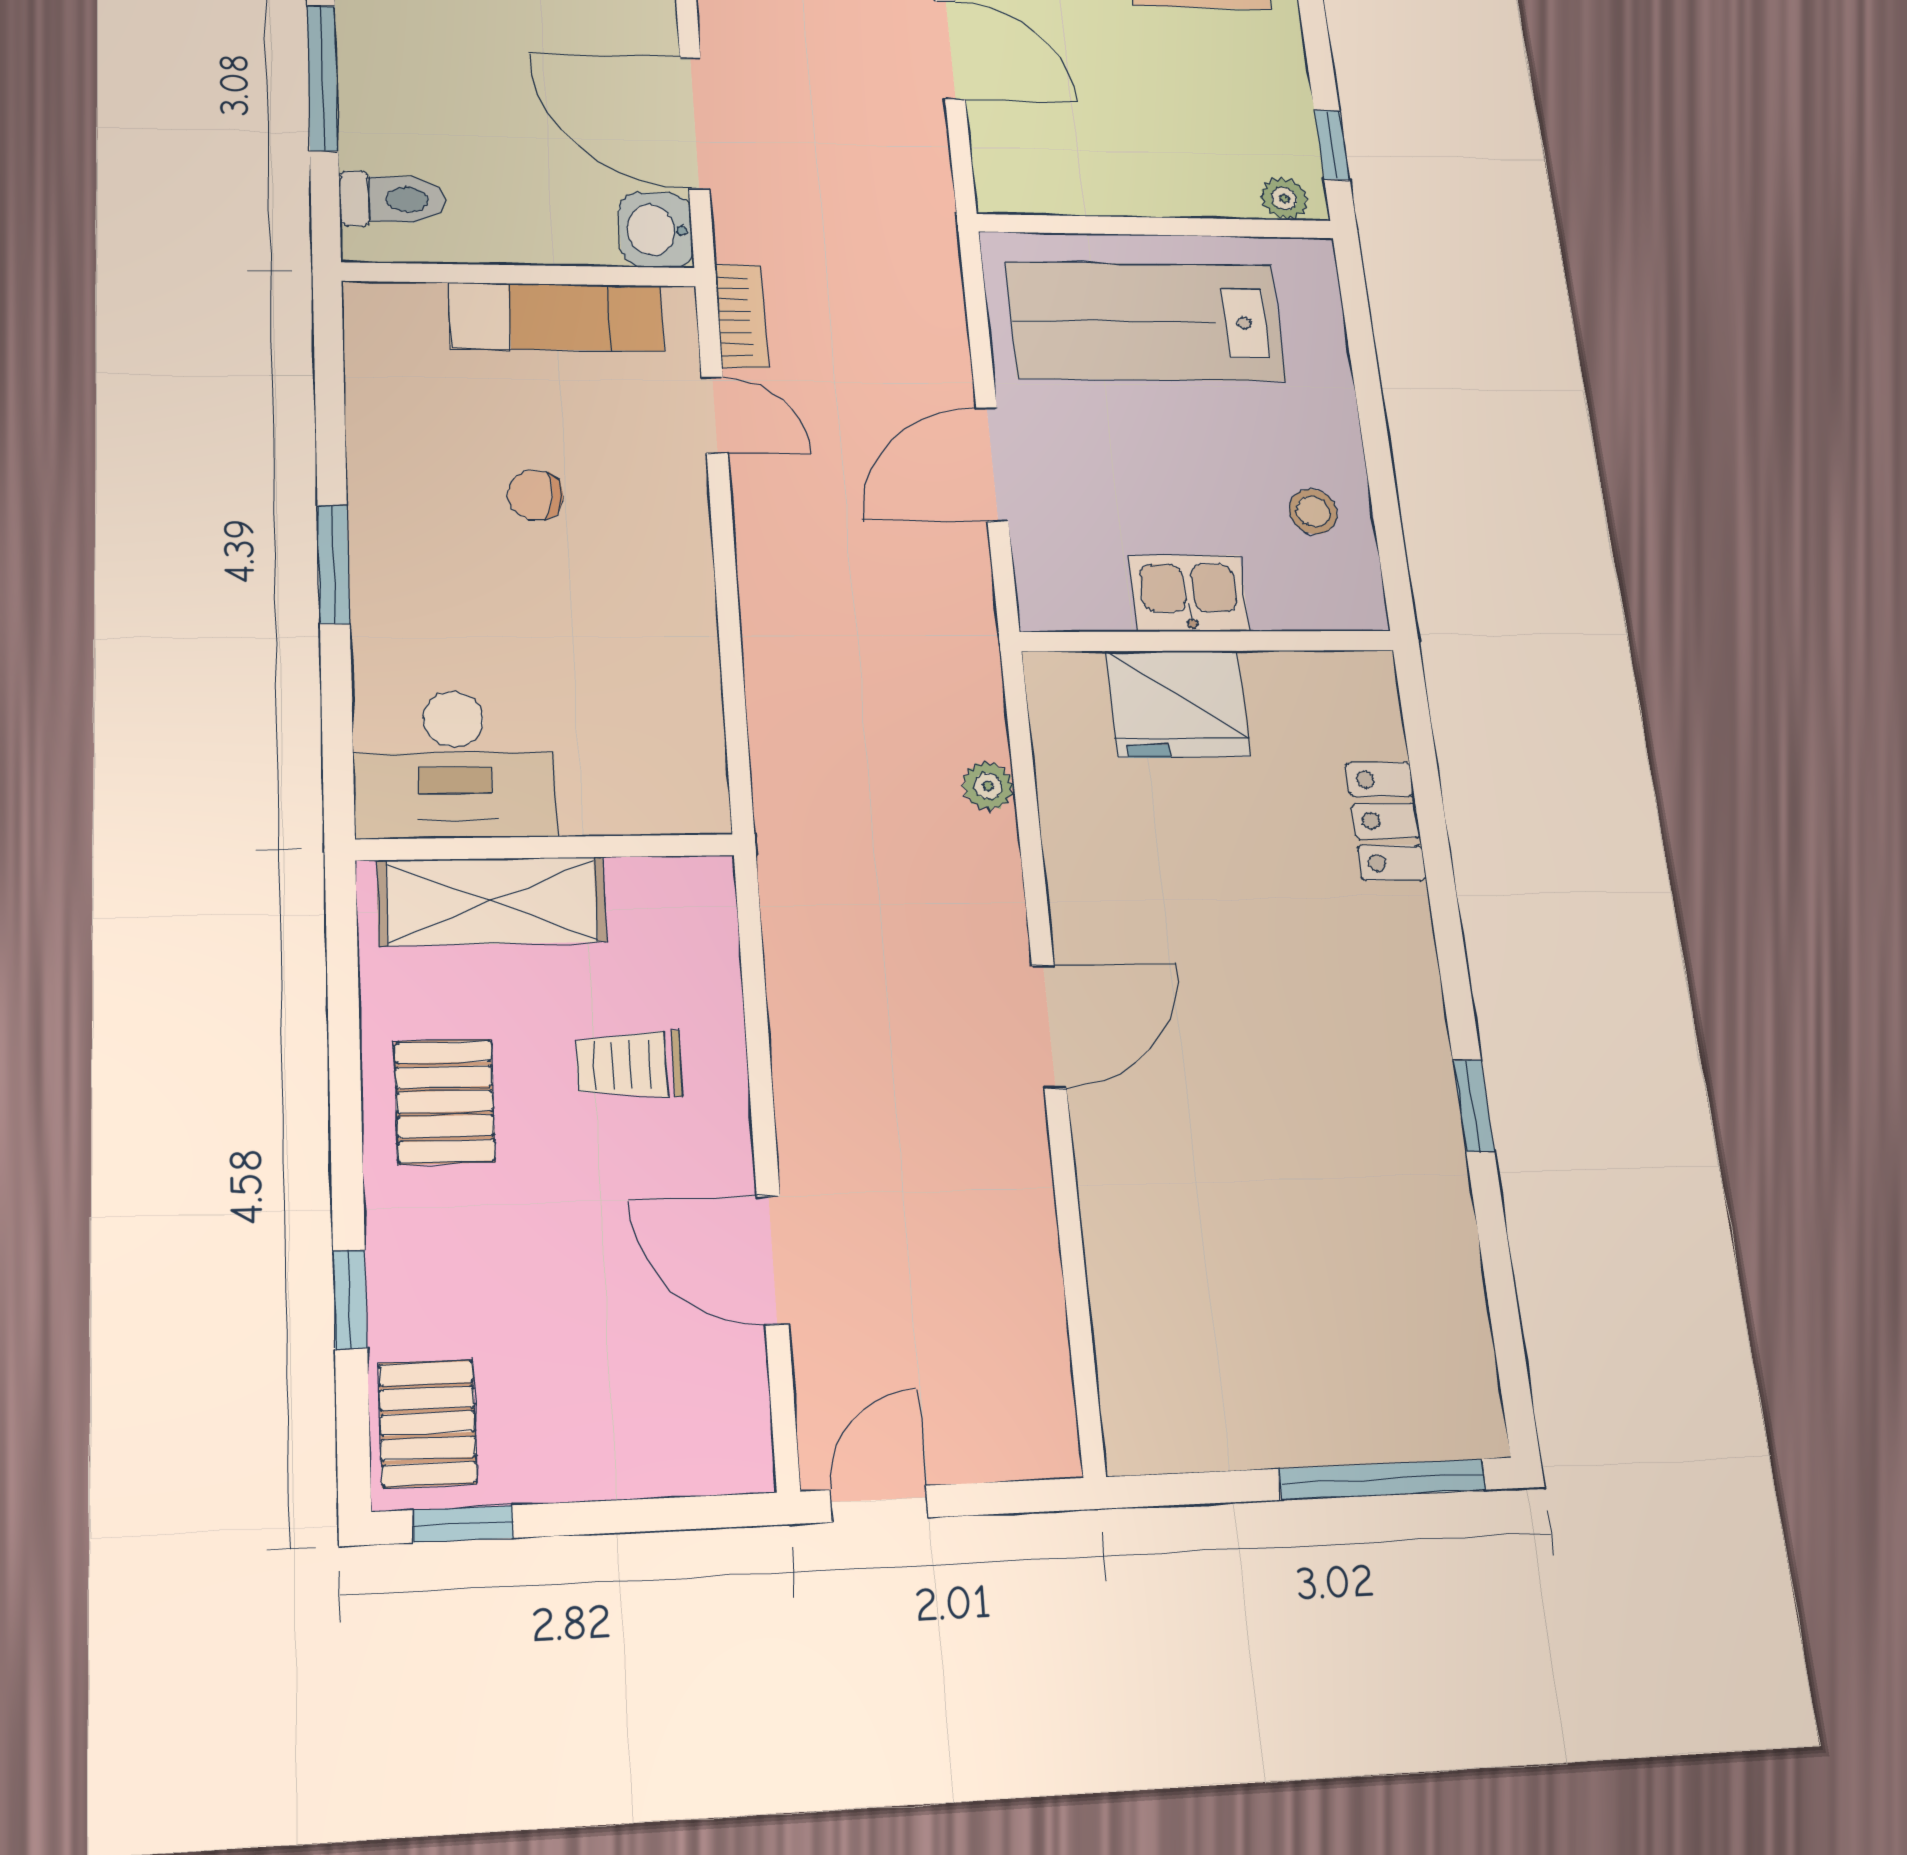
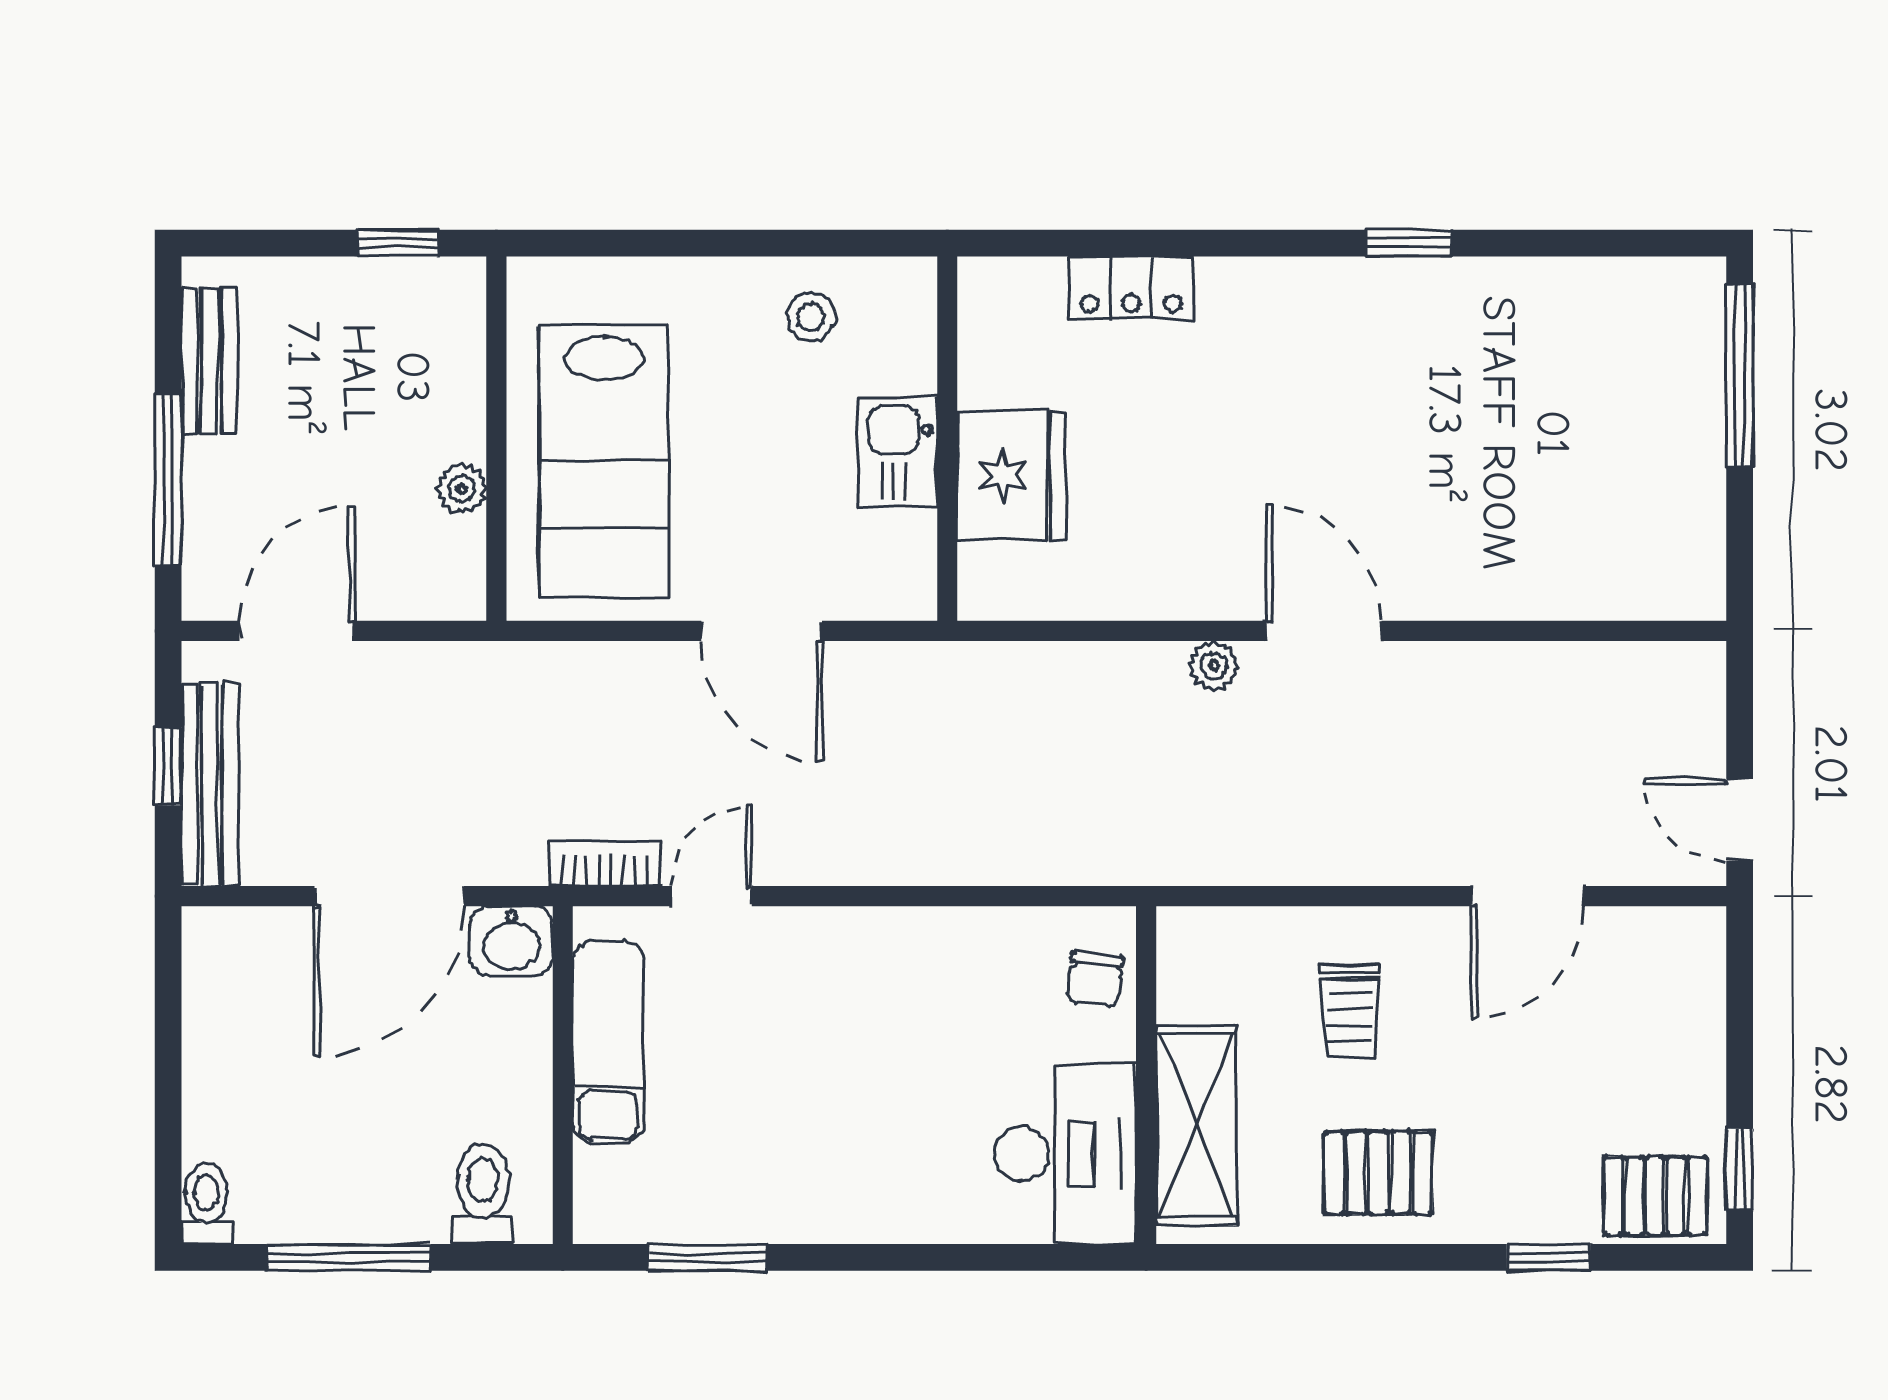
plant: (1284, 199) -> (462, 489), moved
chair: (535, 495) -> (1095, 979), moved
window: (333, 564) -> (708, 1257), moved
plant: (988, 786) -> (1214, 666), moved

